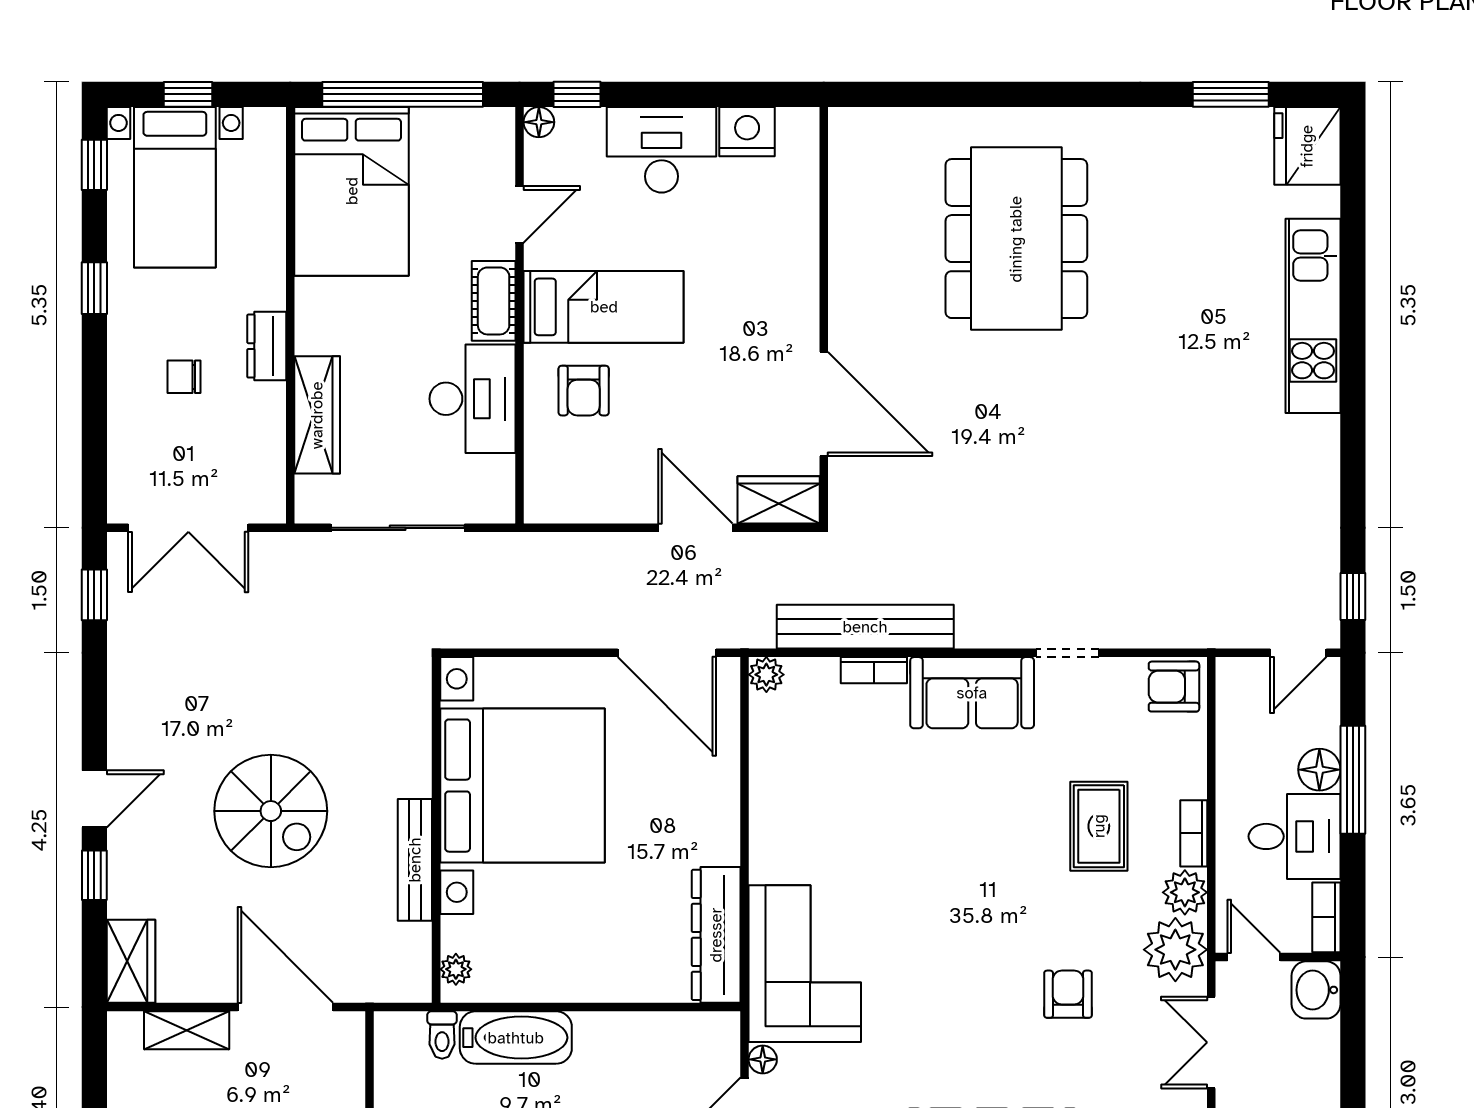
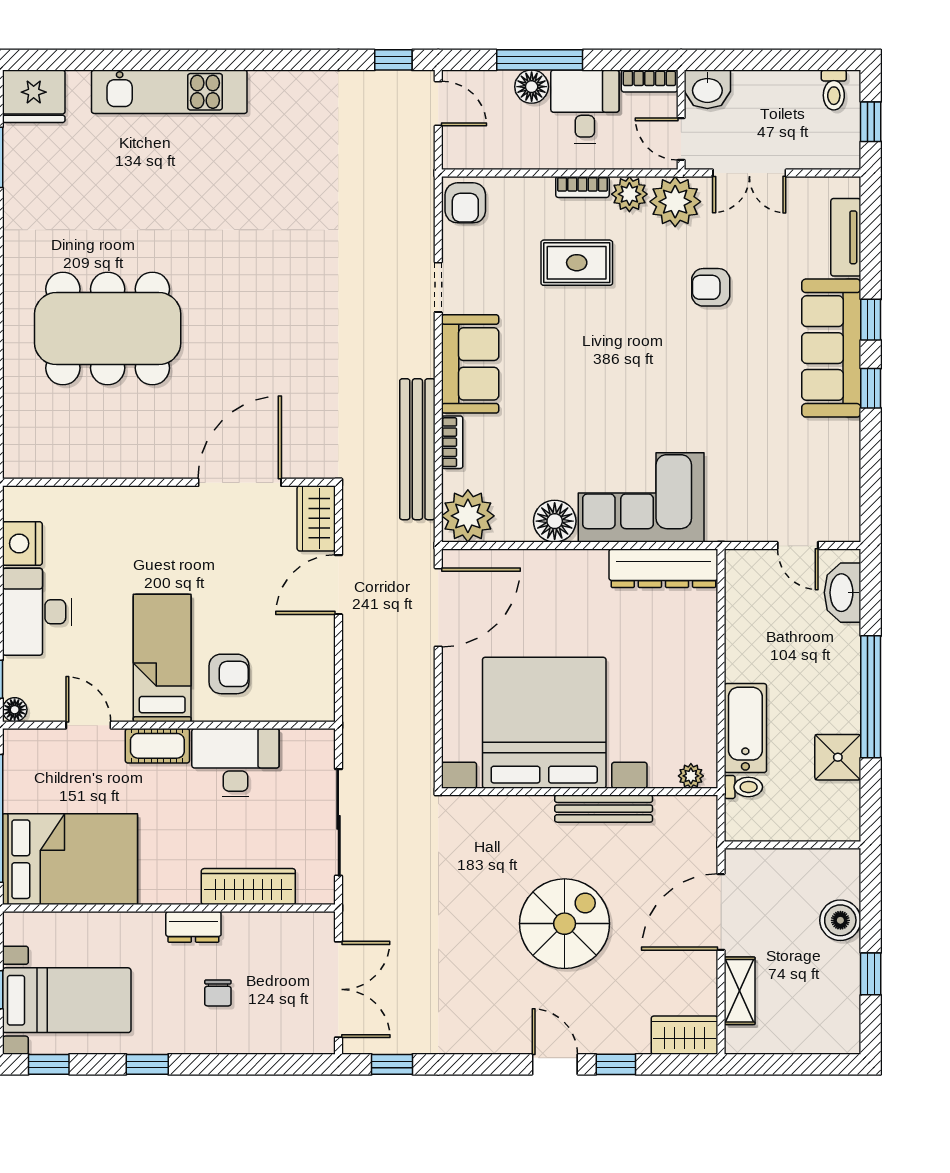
plant: (766, 675) -> (468, 516), width x1.87, depth x1.87
door: (1254, 957) -> (681, 139), hinge flipped
corner sofa: (805, 964) -> (641, 497), moved
floor lamp: (763, 1059) -> (555, 521), moved, width x1.89, depth x1.89

